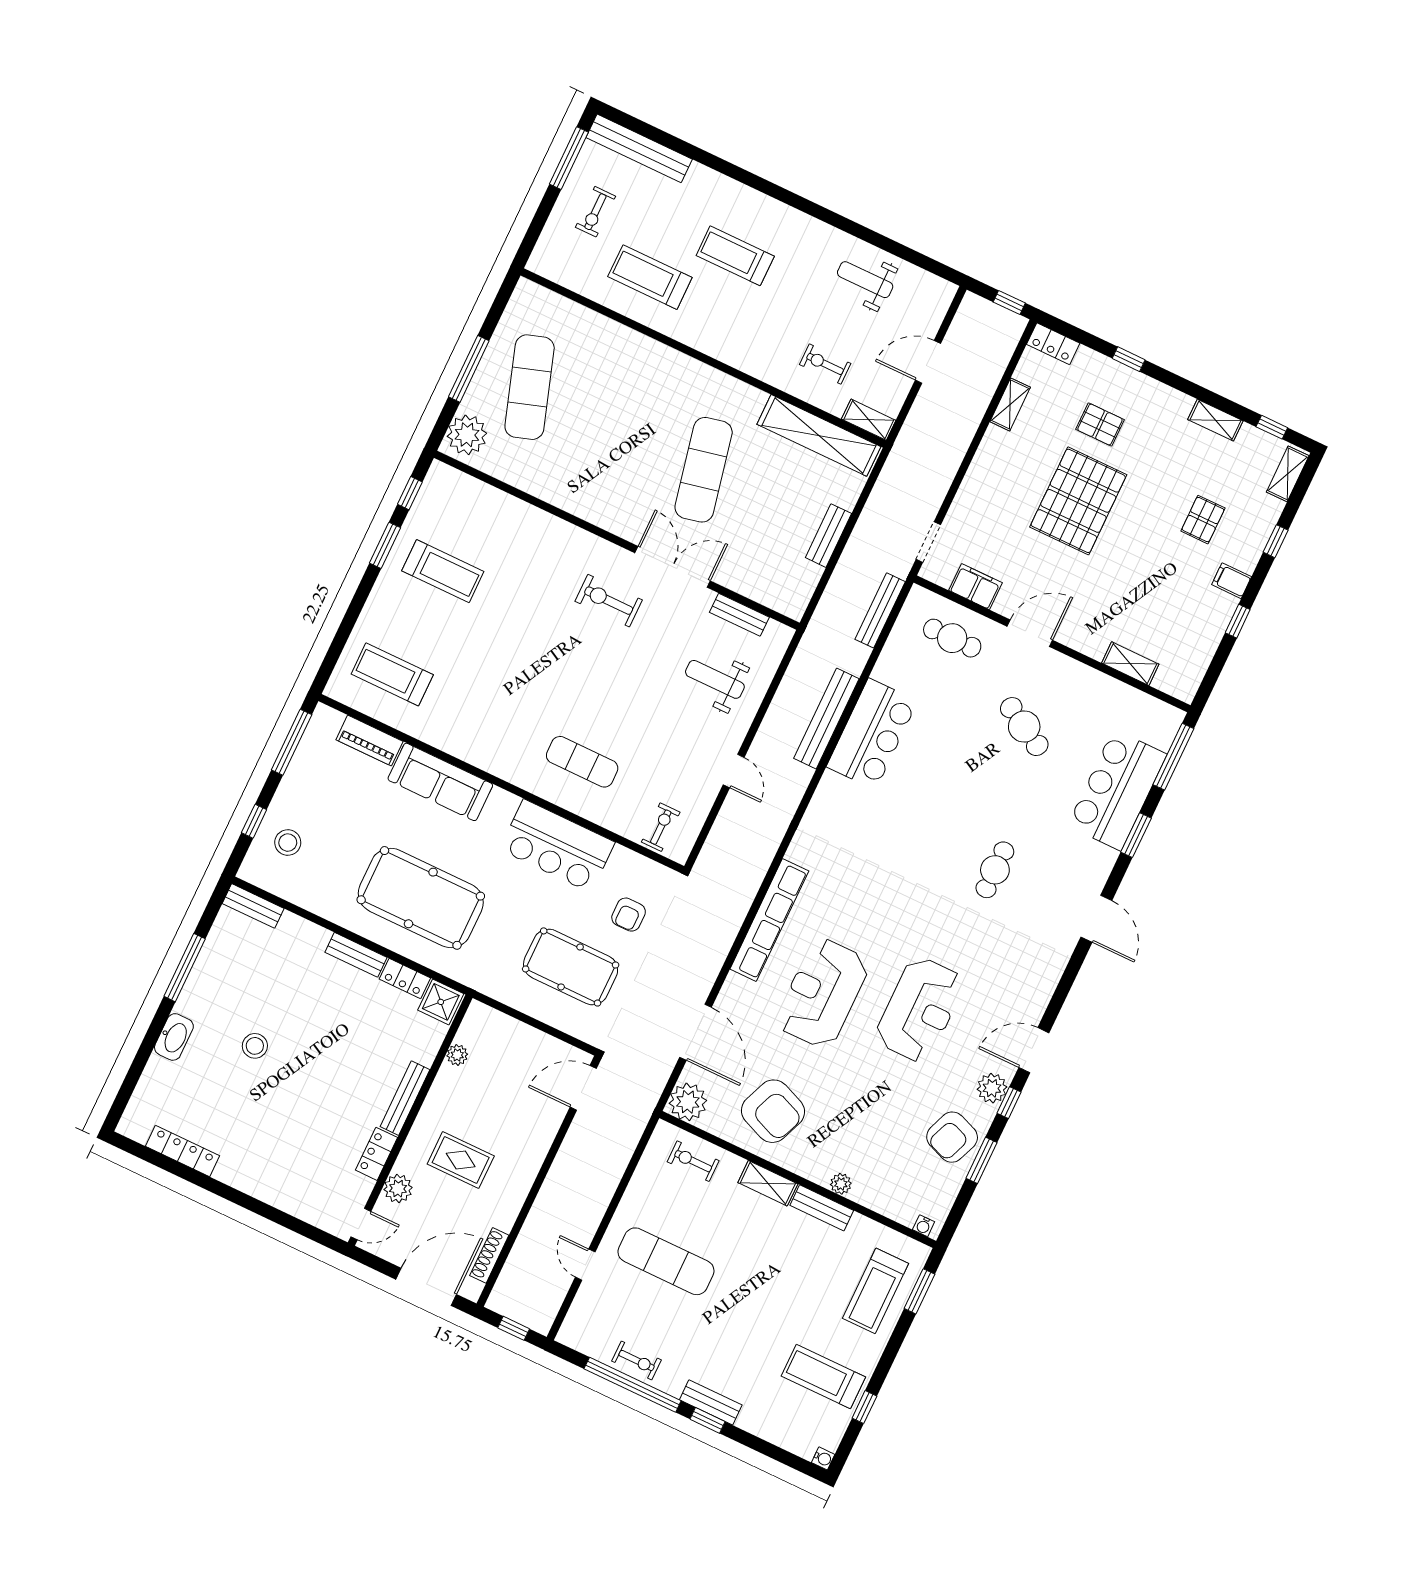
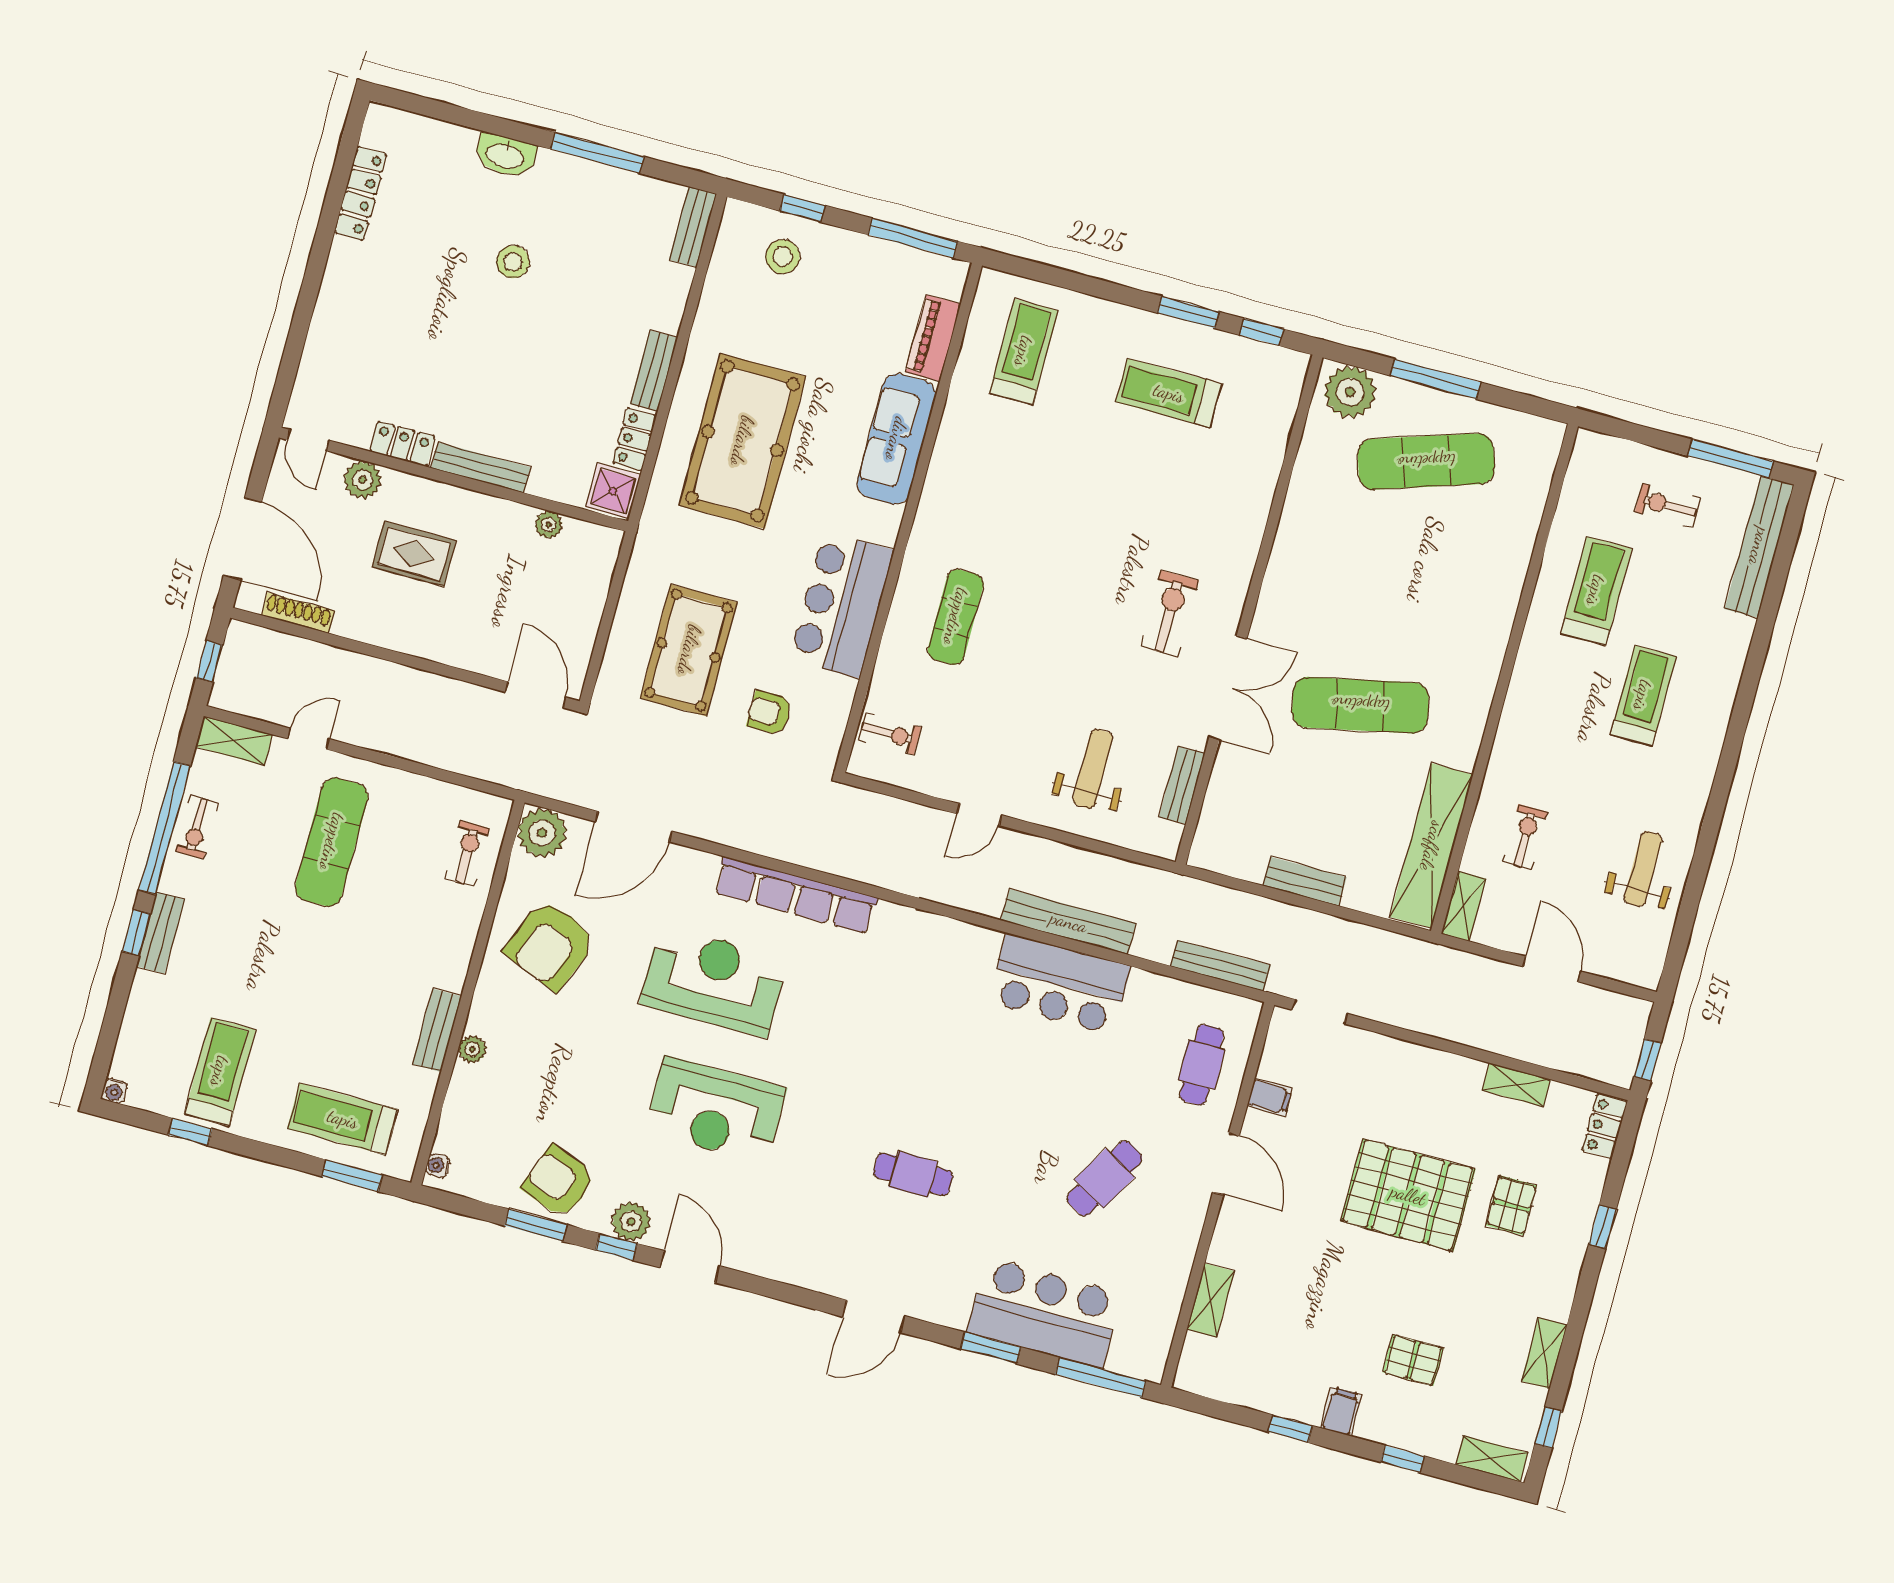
treadmill: (443, 571) -> (1169, 393), turned 90
filing cabinet: (975, 587) -> (1270, 1097), width x0.50
rug: (461, 1160) -> (414, 554), turned 90
shelving: (768, 1183) -> (234, 741), moved, turned 90

